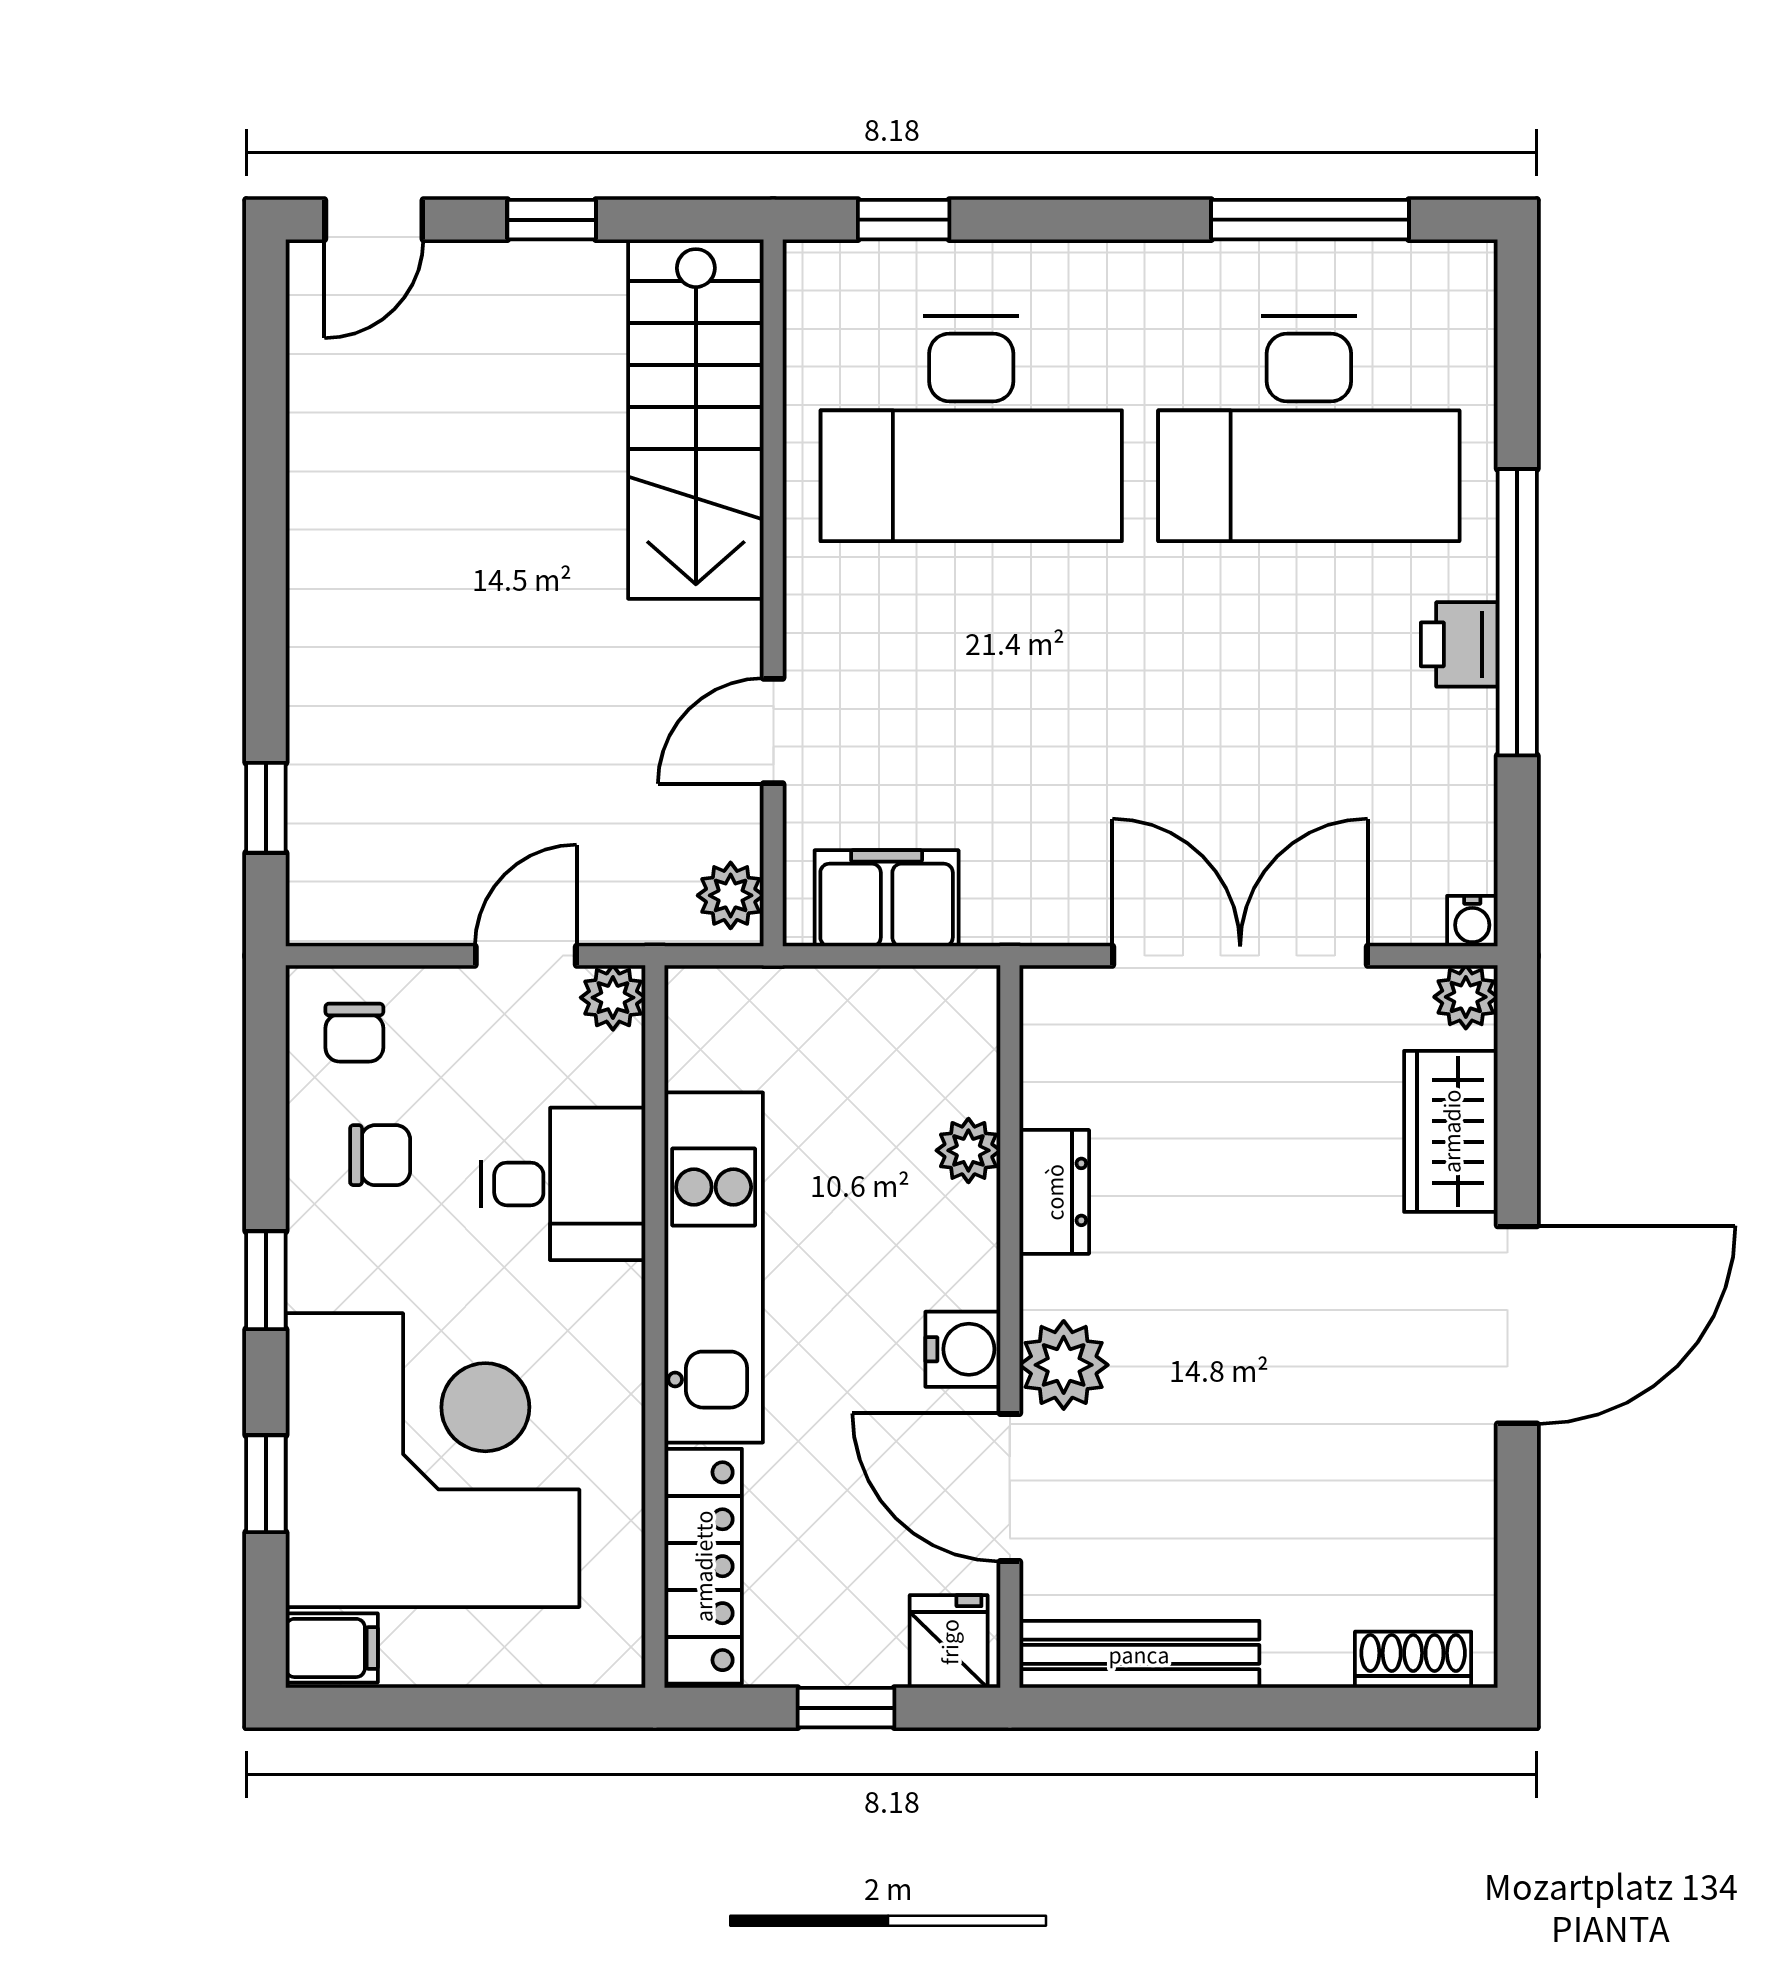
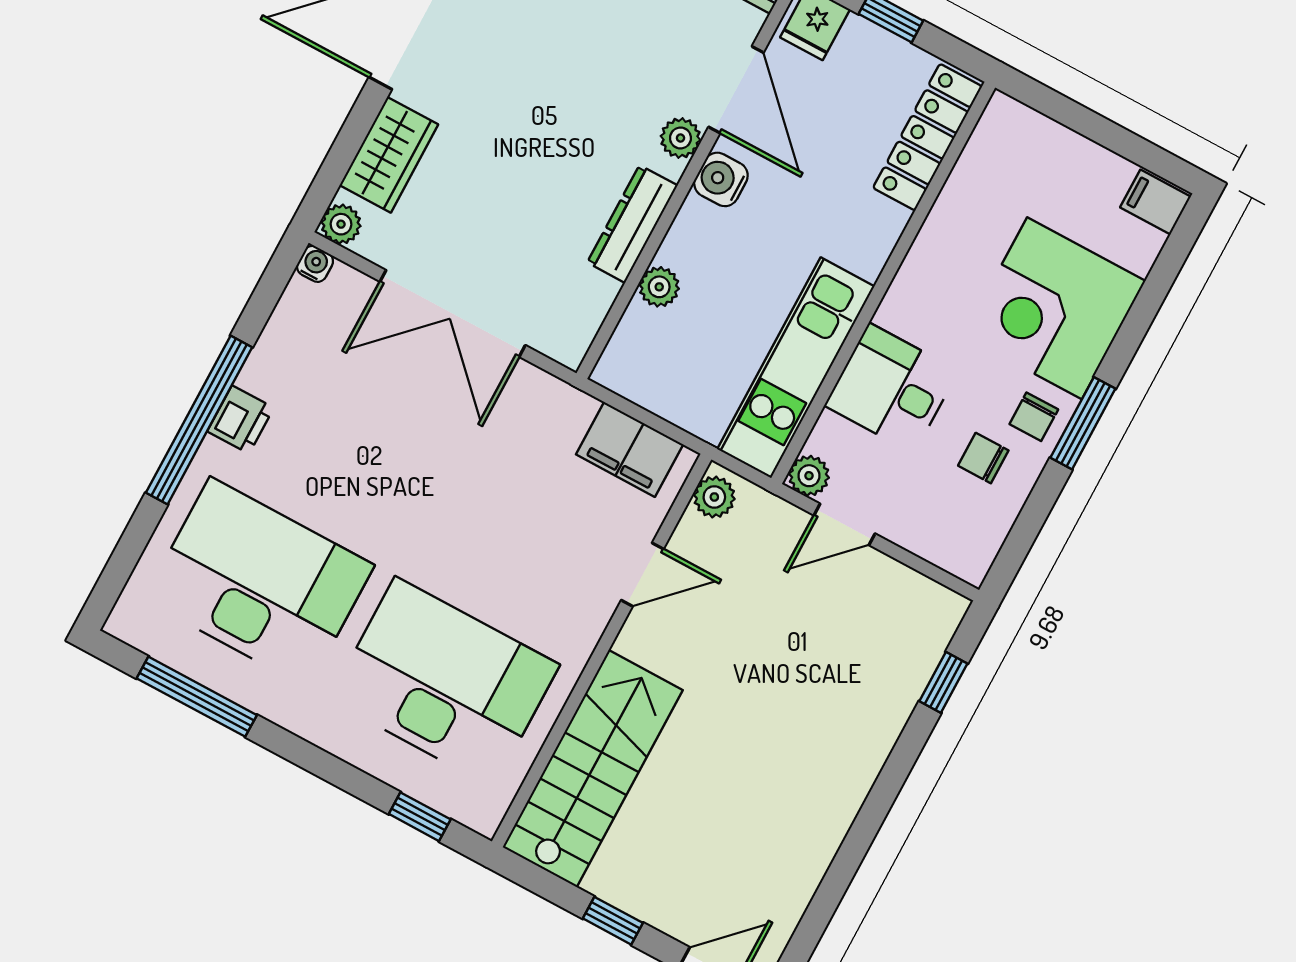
chair: (354, 1033) -> (1034, 417), moved, turned 180
dresser: (1054, 1192) -> (632, 224), width x1.44
kitchen unit: (714, 1268) -> (796, 368), moved
window: (266, 1280) -> (1083, 423), width x1.50
plant: (1064, 1365) -> (680, 138), width x0.73, depth x0.73
corner desk: (432, 1460) -> (1055, 308), width x0.74, depth x0.74
window: (266, 1484) -> (1143, 312), removed

